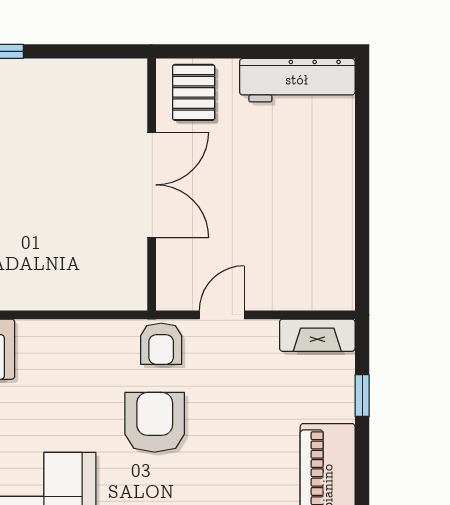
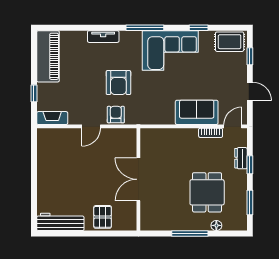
double door: (152, 185) -> (138, 179), moved
wall: (152, 185) -> (138, 179), moved

